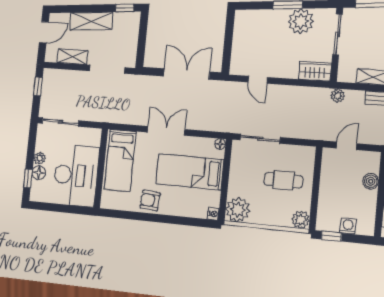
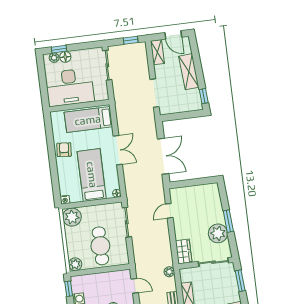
shelving: (72, 57) -> (157, 52), moved
plant: (40, 158) -> (54, 58), moved
cafe table: (283, 180) -> (100, 246), width x1.37, depth x1.35

